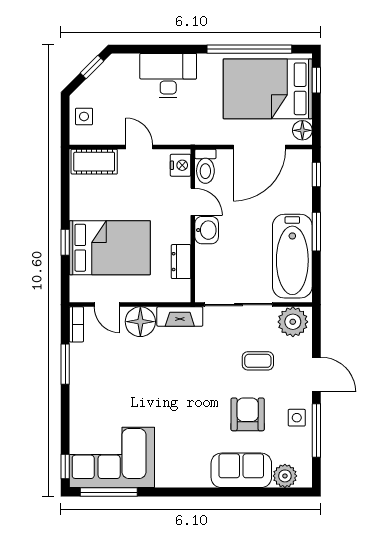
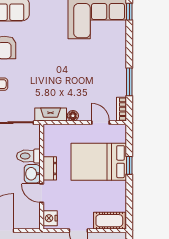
toilet: (205, 166) -> (28, 156), moved, turned -90
dresser: (181, 262) -> (50, 168), moved
floor lamp: (140, 322) -> (73, 116), width x0.53, depth x0.53

